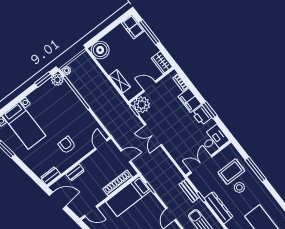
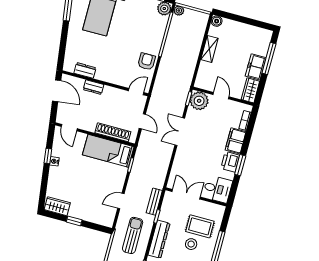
freezer: (133, 27) -> (256, 67), moved
boiler: (100, 50) -> (217, 21), width x0.54, depth x0.54
shelving: (120, 81) -> (209, 49), moved
armchair: (67, 145) -> (147, 61), moved
dresser: (50, 176) -> (85, 70), moved

